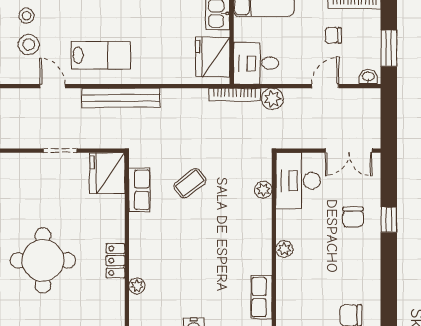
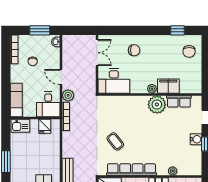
fridge: (213, 57) -> (45, 126), width x0.53, depth x0.75
door: (325, 86) -> (61, 77), moved
row of seats: (139, 190) -> (131, 170), width x2.02
plant: (263, 190) -> (157, 105), moved, width x1.88, depth x1.88
window: (389, 220) -> (178, 30), moved
filing cabinet: (289, 278) -> (168, 86), added

